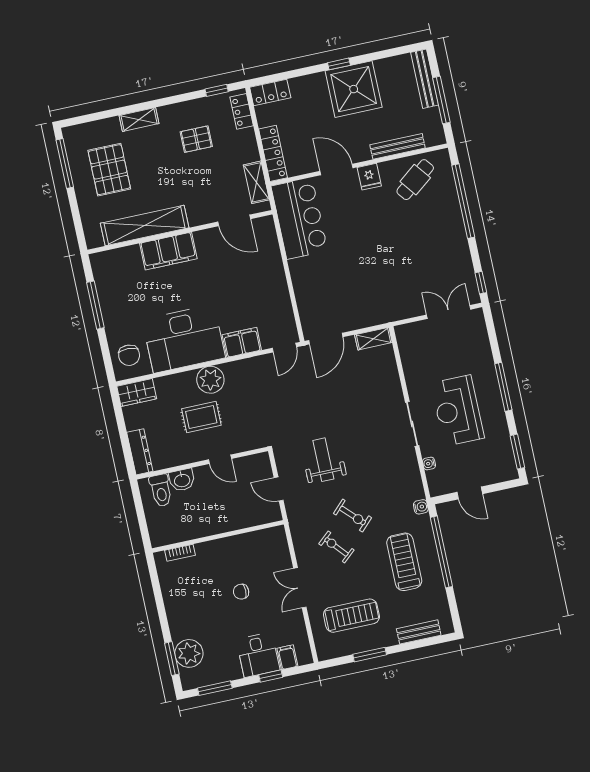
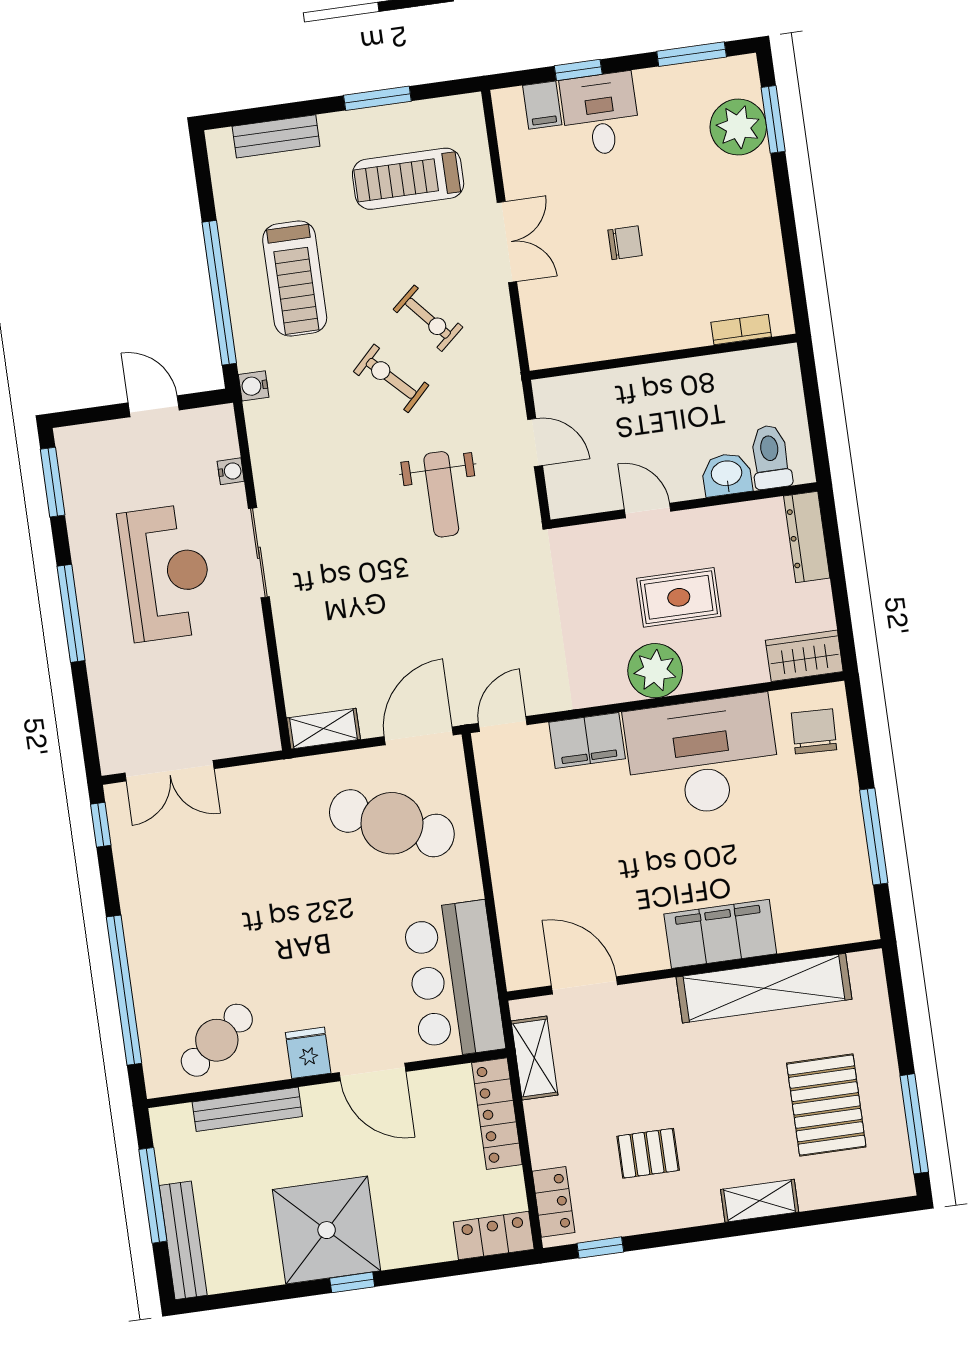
cafe table: (336, 294) -> (392, 823), added

